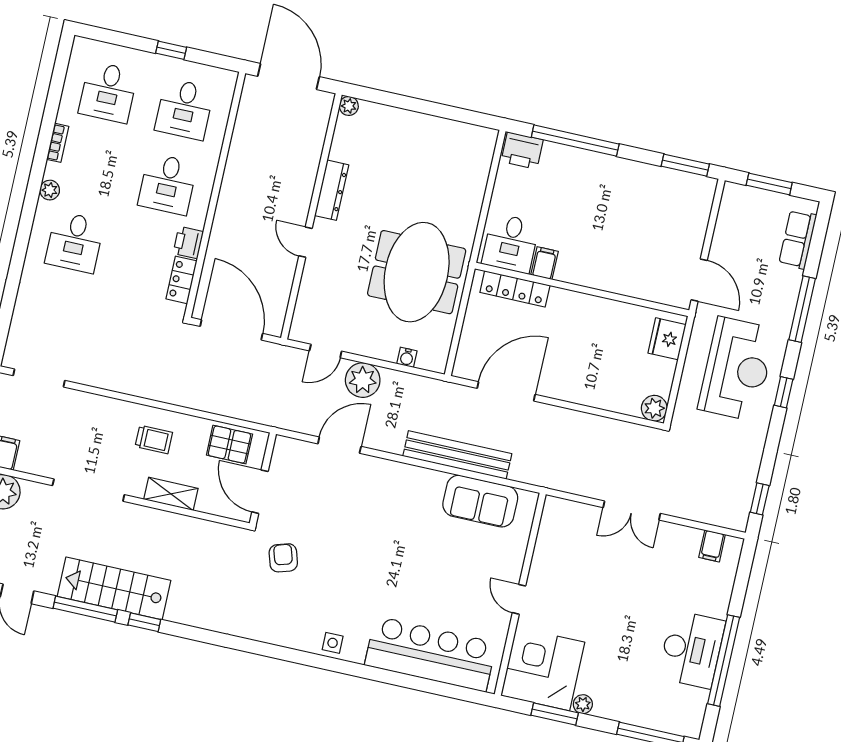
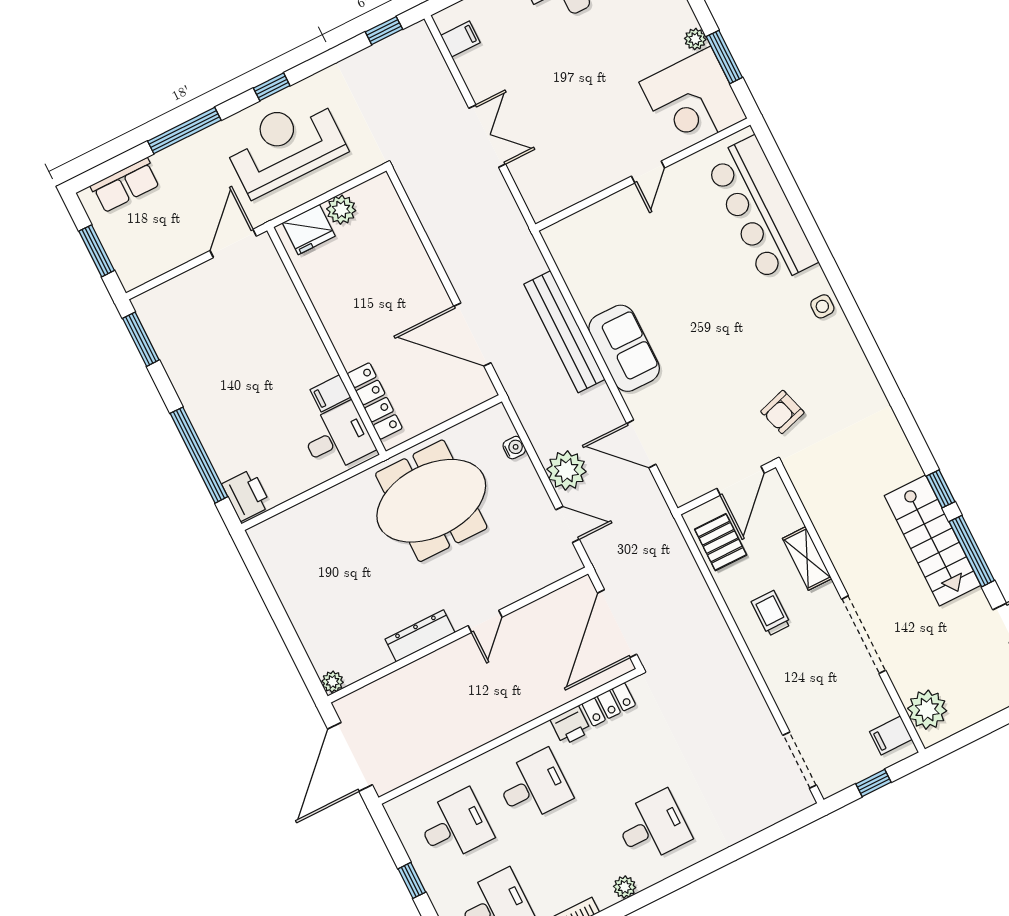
plant: (654, 408) -> (341, 210), moved
sofa: (480, 501) -> (624, 348), moved

